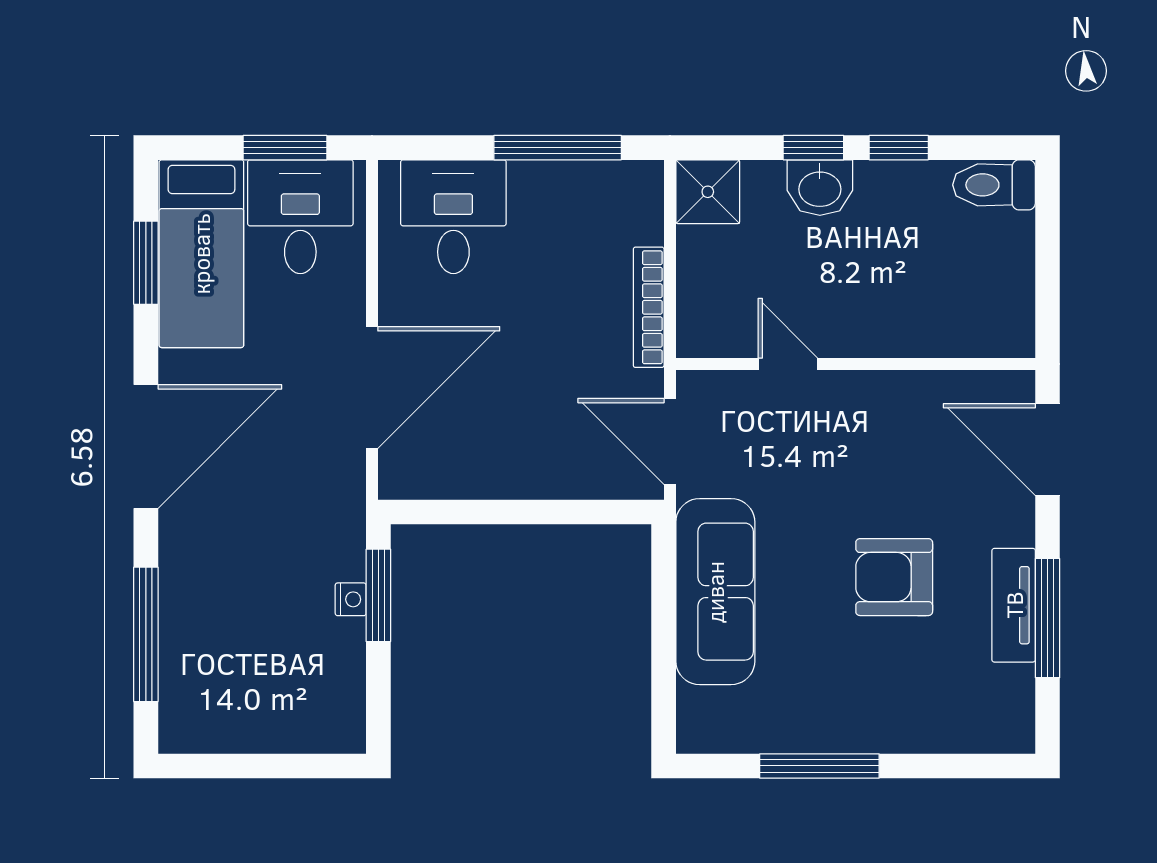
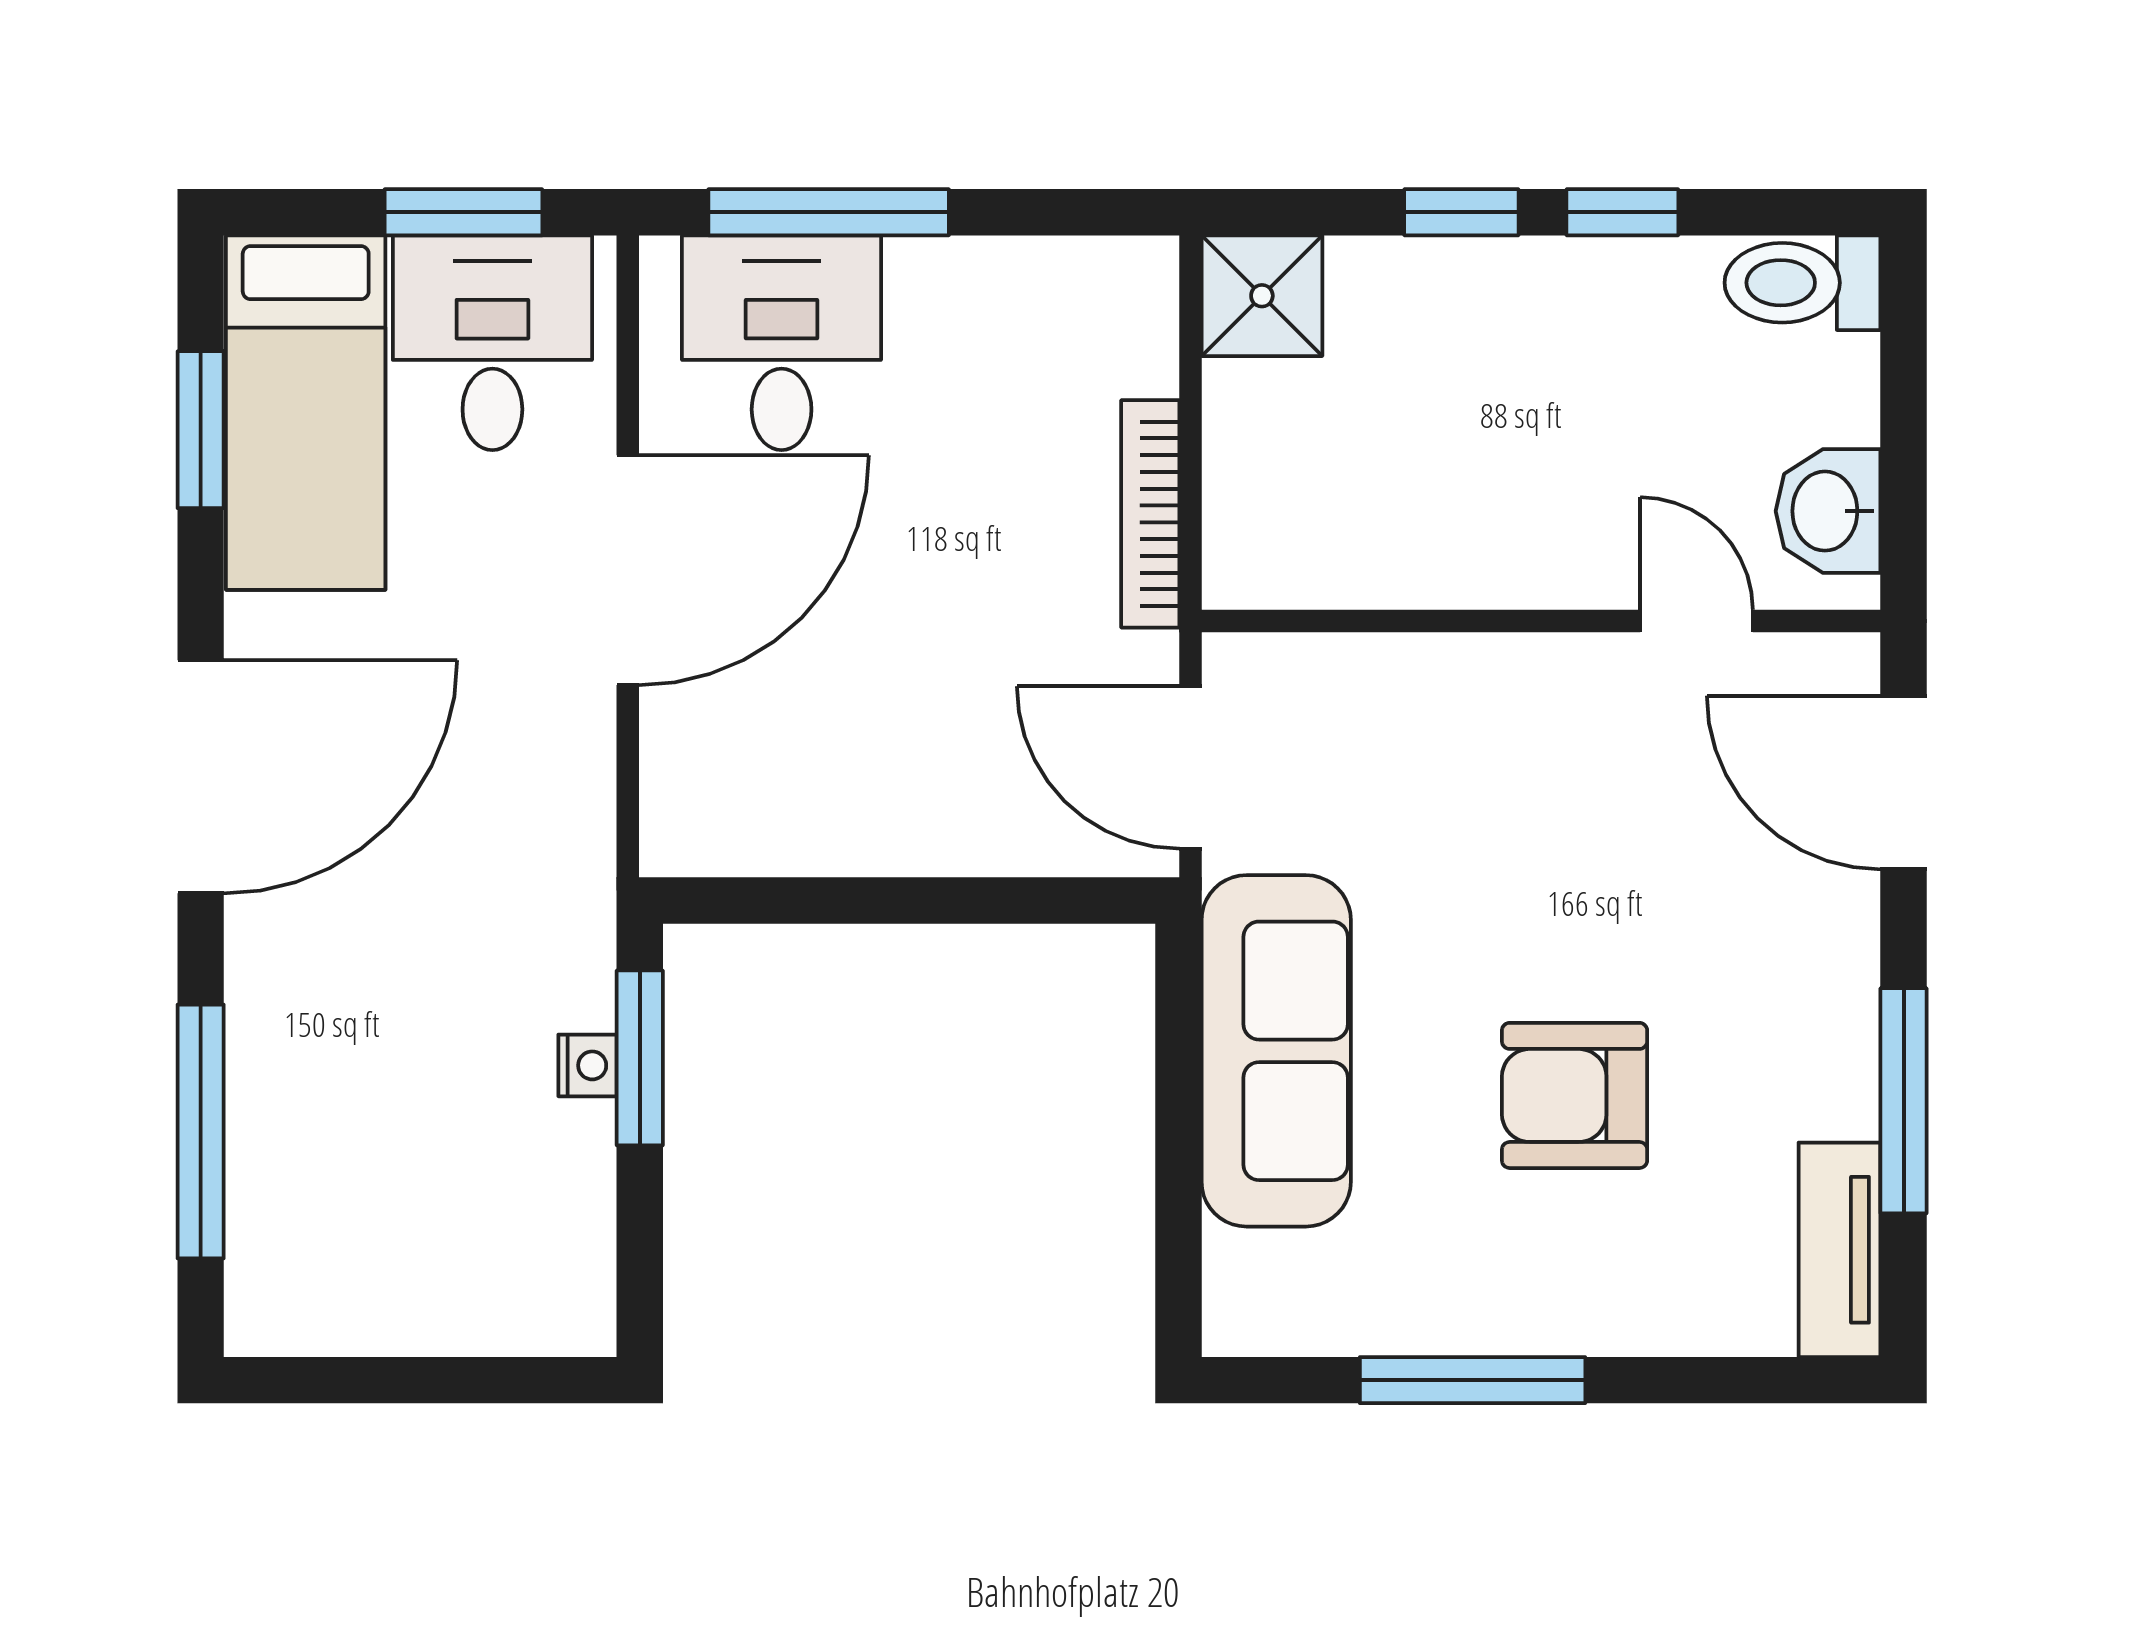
window: (558, 148) -> (829, 212), moved
washbasin: (820, 188) -> (1828, 511), moved, turned 90
door: (788, 364) -> (1696, 621), moved
door: (372, 388) -> (628, 570), moved
armchair: (894, 577) -> (1575, 1095), moved
tv unit: (1014, 605) -> (1839, 1250), moved

